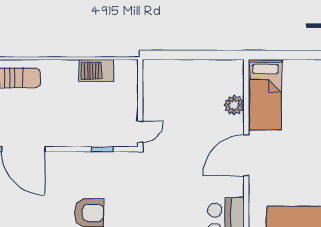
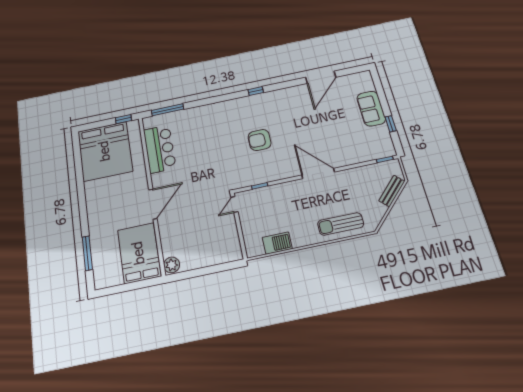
bed: (265, 95) -> (139, 253), width x1.50
plant: (234, 105) -> (172, 265), moved

